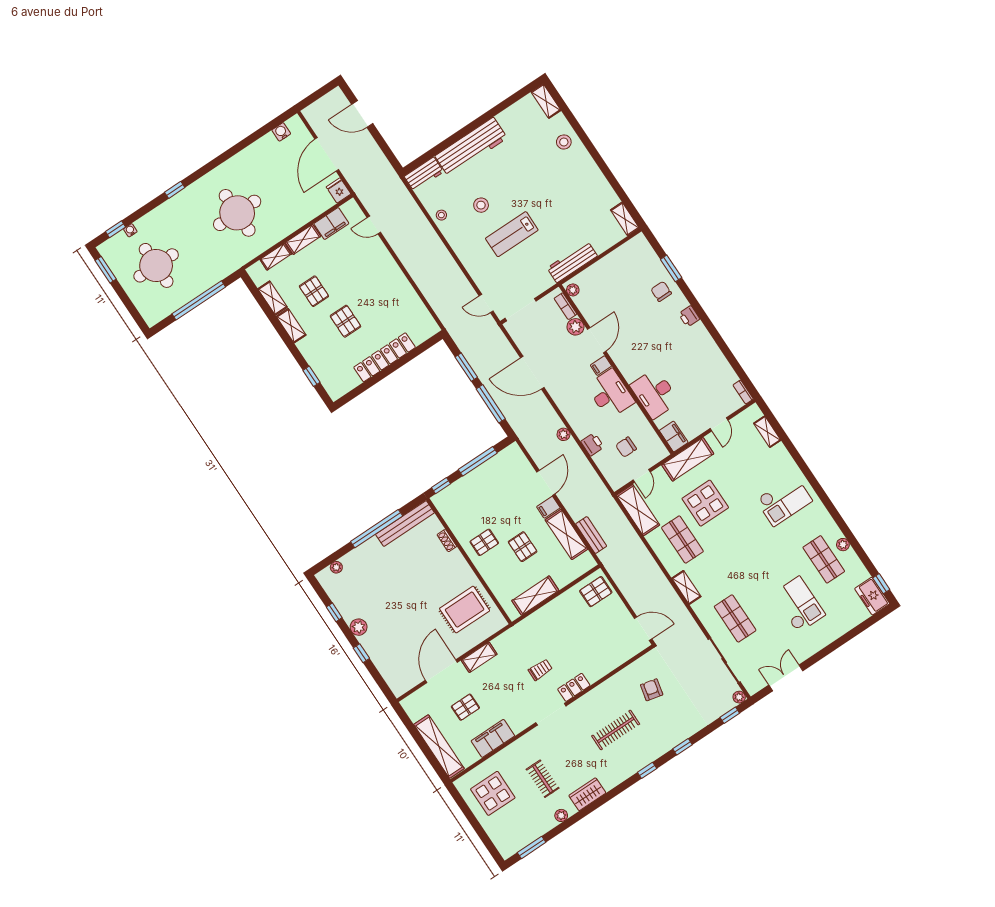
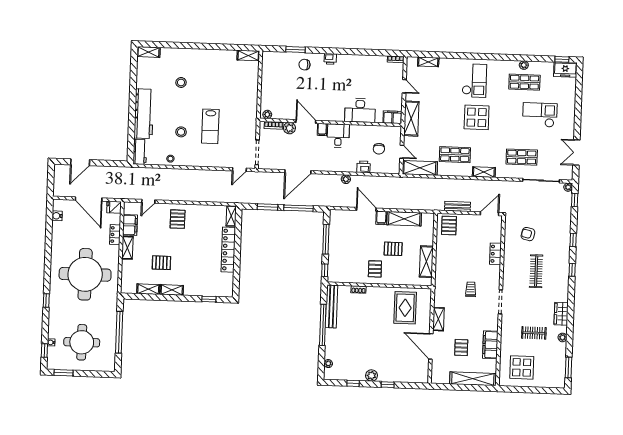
stool: (564, 142) -> (181, 82), moved
round table: (237, 213) -> (85, 274), width x1.36, depth x1.36
locker: (308, 214) -> (115, 235), added
shelving: (276, 257) -> (231, 216), moved
workbench: (572, 262) -> (251, 103), removed
pallet: (345, 321) -> (178, 219), moved, turned 90
desk: (610, 394) -> (338, 136), width x0.73
display table: (705, 503) -> (477, 117), moved
bench: (591, 535) -> (457, 206), moved
locker: (574, 687) -> (495, 254), moved

